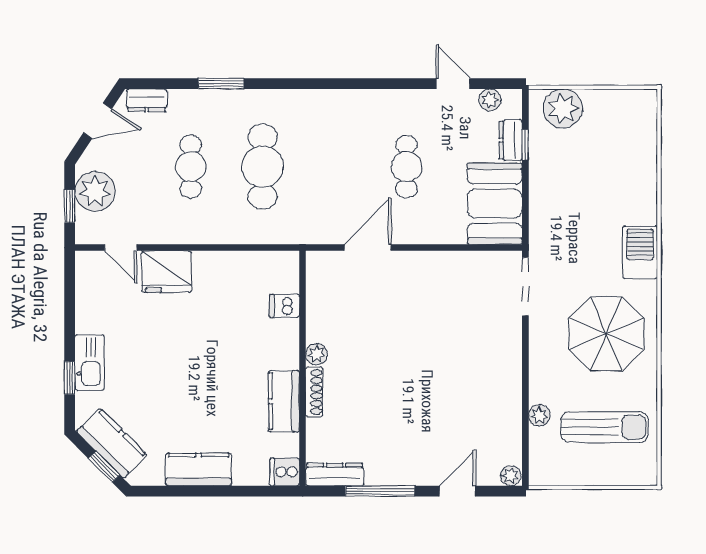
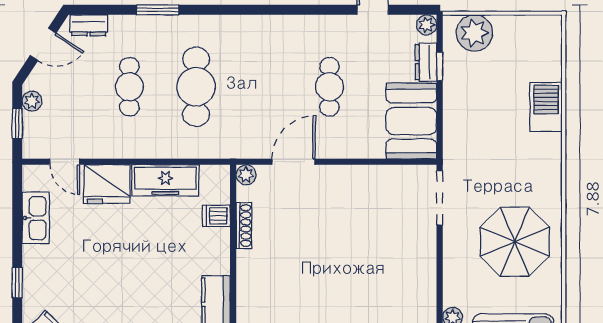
plant: (490, 100) -> (427, 25), moved
plant: (95, 191) -> (32, 101), width x0.53, depth x0.53
barbecue: (640, 252) -> (546, 107), moved
freezer: (230, 268) -> (165, 180), added
plant: (317, 354) -> (246, 175), moved
kitchen sink: (90, 362) -> (36, 218), moved
shoe rack: (314, 392) -> (244, 225), moved

